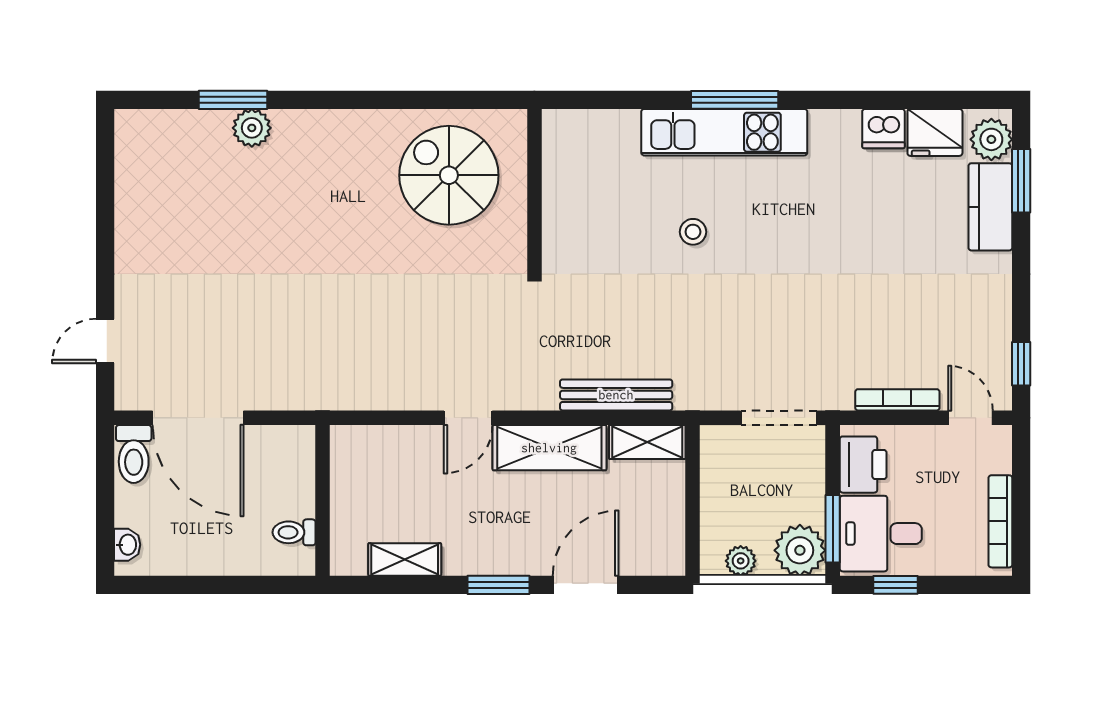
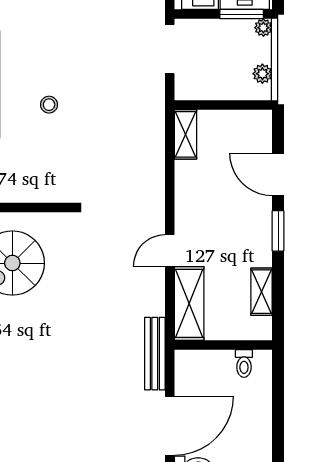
bench: (616, 395) -> (155, 354), moved
door: (468, 418) -> (170, 251), swing flipped
shelving: (549, 448) -> (189, 303), moved
plant: (800, 550) -> (263, 28), width x0.53, depth x0.53

